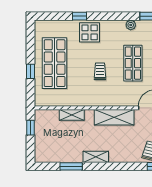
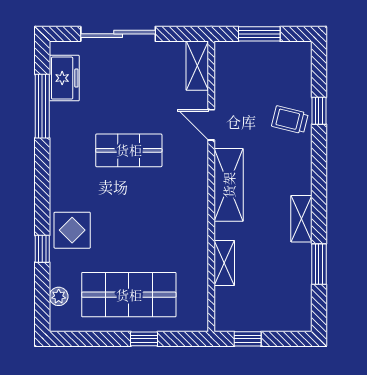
plant: (131, 25) -> (59, 296), moved
trolley: (100, 71) -> (144, 211), removed

